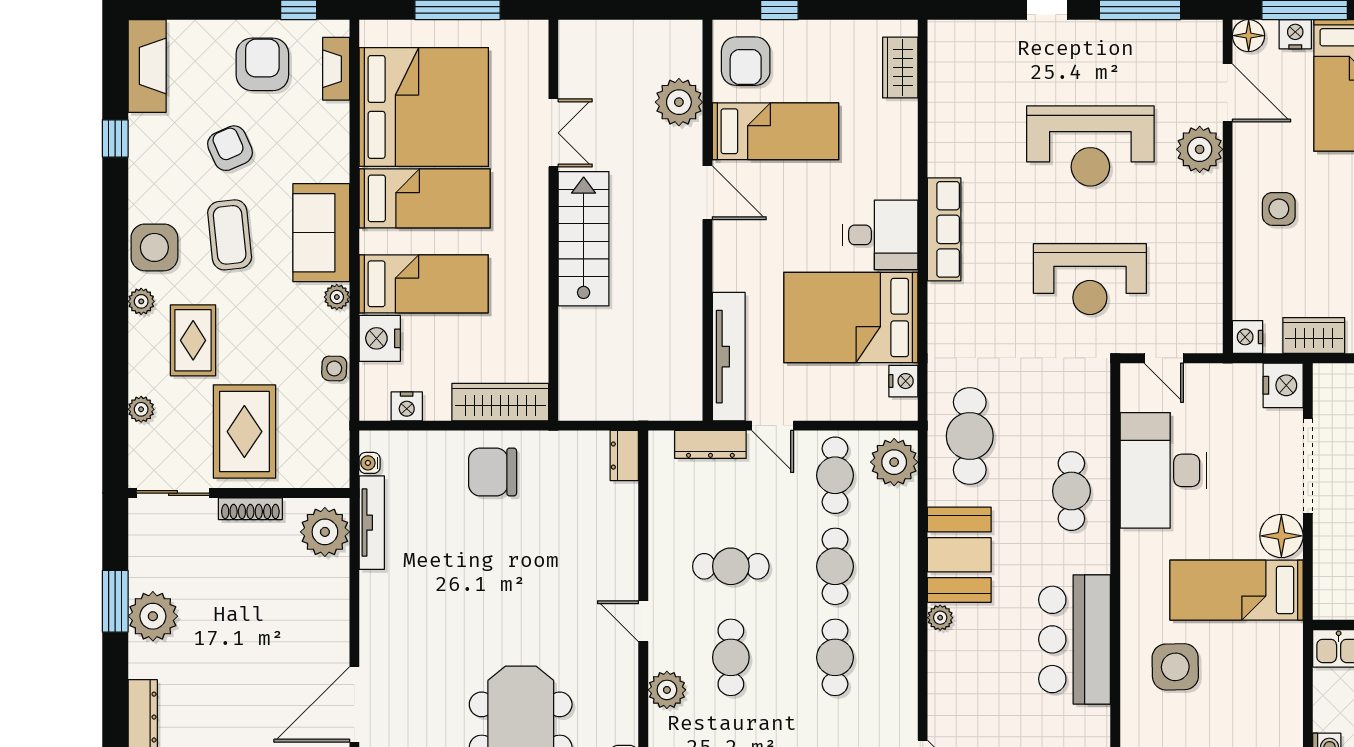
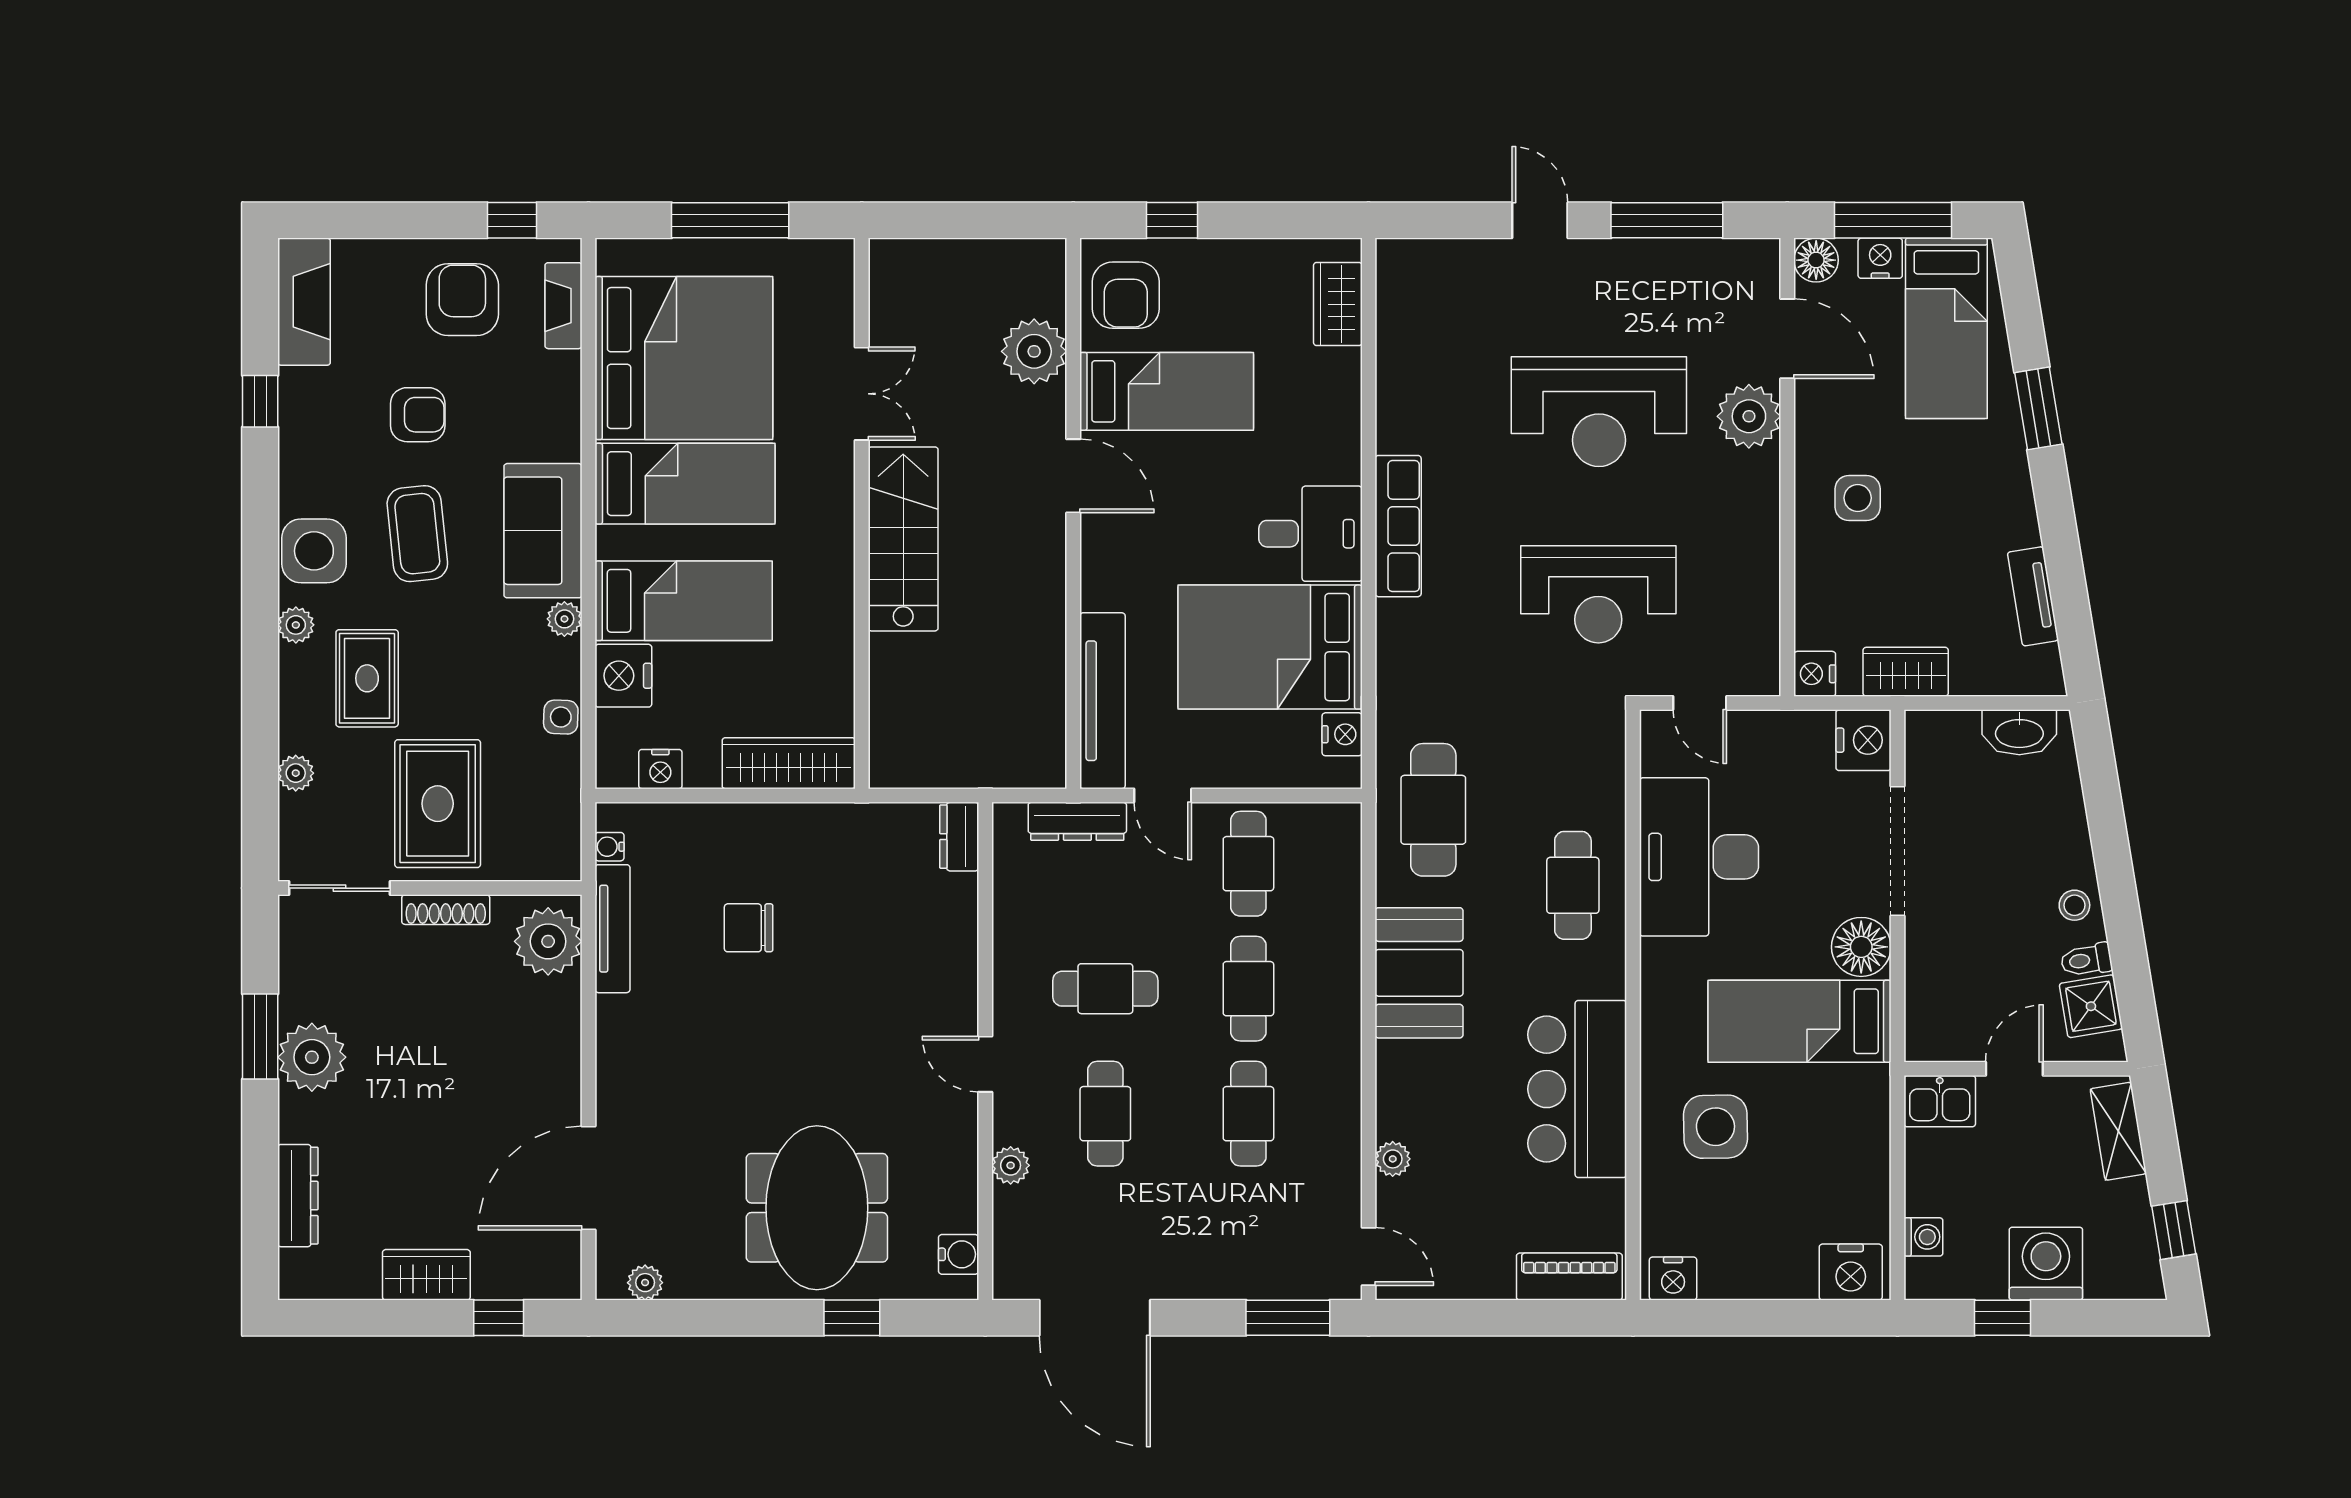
armchair: (230, 148) -> (418, 415), turned 114
plant: (894, 462) -> (1330, 846), removed
chair: (493, 472) -> (749, 928), moved, width x0.73, depth x0.73
plant: (940, 618) -> (1393, 1159), moved
plant: (667, 690) -> (1011, 1165), width x0.73, depth x0.73

